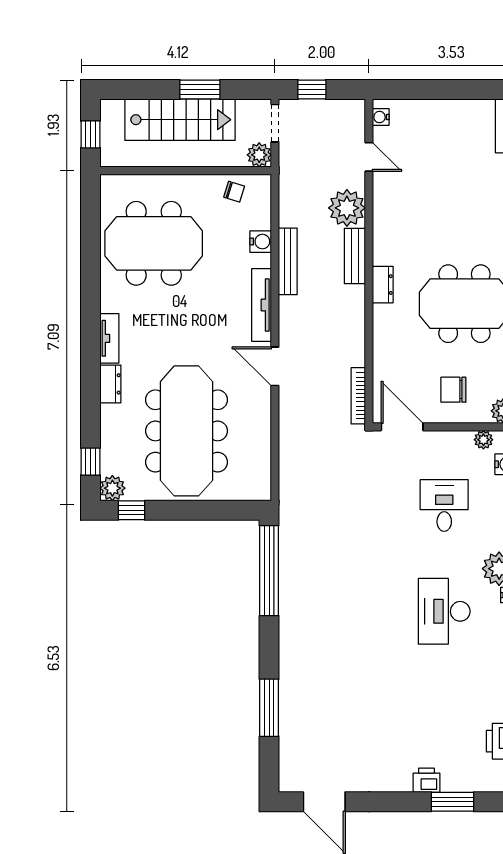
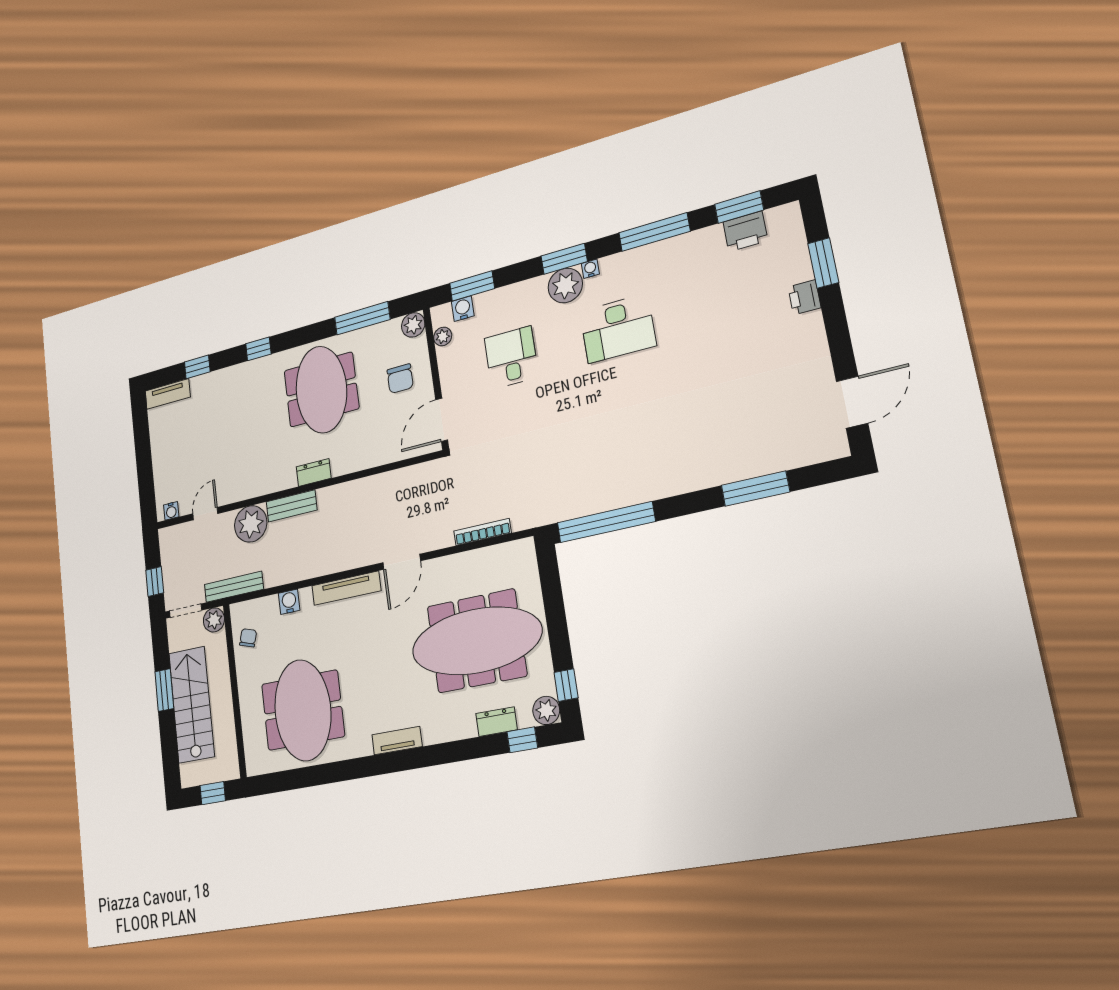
bench: (288, 261) -> (234, 587), moved
dresser: (110, 384) -> (497, 722), moved
bookcase: (358, 396) -> (482, 532), moved, turned 180
desk: (444, 506) -> (511, 358), turned 90

